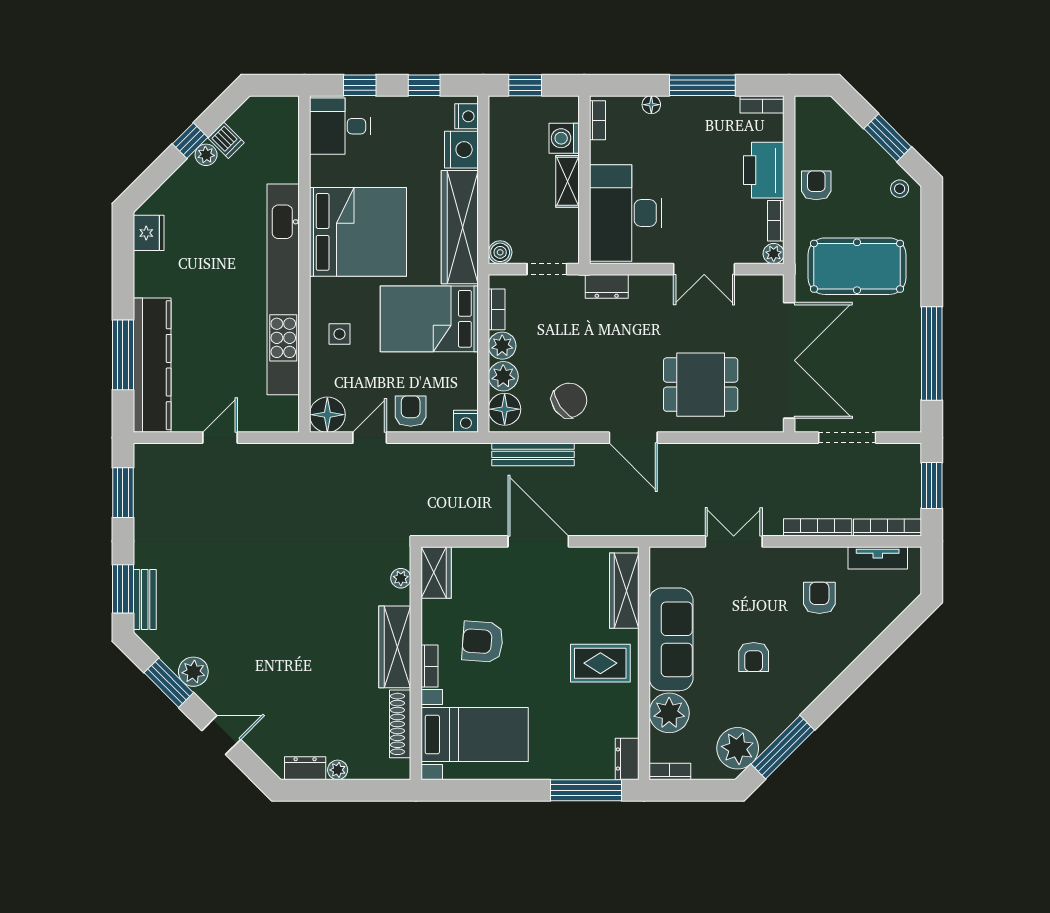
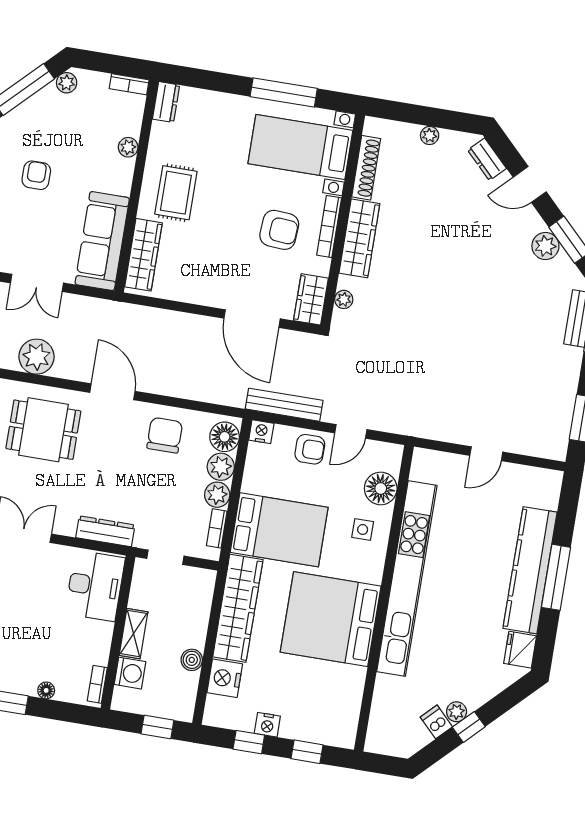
nightstand: (466, 116) -> (267, 725), moved, turned -90
desk: (340, 126) -> (331, 718), removed
desk: (626, 213) -> (95, 586), width x0.73, depth x0.77
boiler: (500, 252) -> (192, 660), moved
dresser: (607, 286) -> (105, 531), width x1.44
window: (123, 355) -> (556, 577), moved
kitchen counter: (152, 365) -> (530, 570), moved
chair: (569, 400) -> (165, 435), turned 125
armchair: (411, 411) -> (310, 449), turned -90
floor lamp: (327, 415) -> (381, 488), moved
bench: (533, 454) -> (284, 405), moved
plant: (721, 462) -> (36, 357), added
door: (538, 541) -> (252, 319), moved
sofa: (671, 639) -> (102, 241), moved
rug: (600, 663) -> (176, 193), turned 90
bookcase: (430, 666) -> (329, 226), width x1.56
plant: (669, 713) -> (128, 147), width x0.53, depth x0.53
plant: (738, 748) -> (67, 83), width x0.53, depth x0.53
dresser: (305, 768) -> (487, 159), moved, turned 45
window: (586, 790) -> (284, 92), moved

